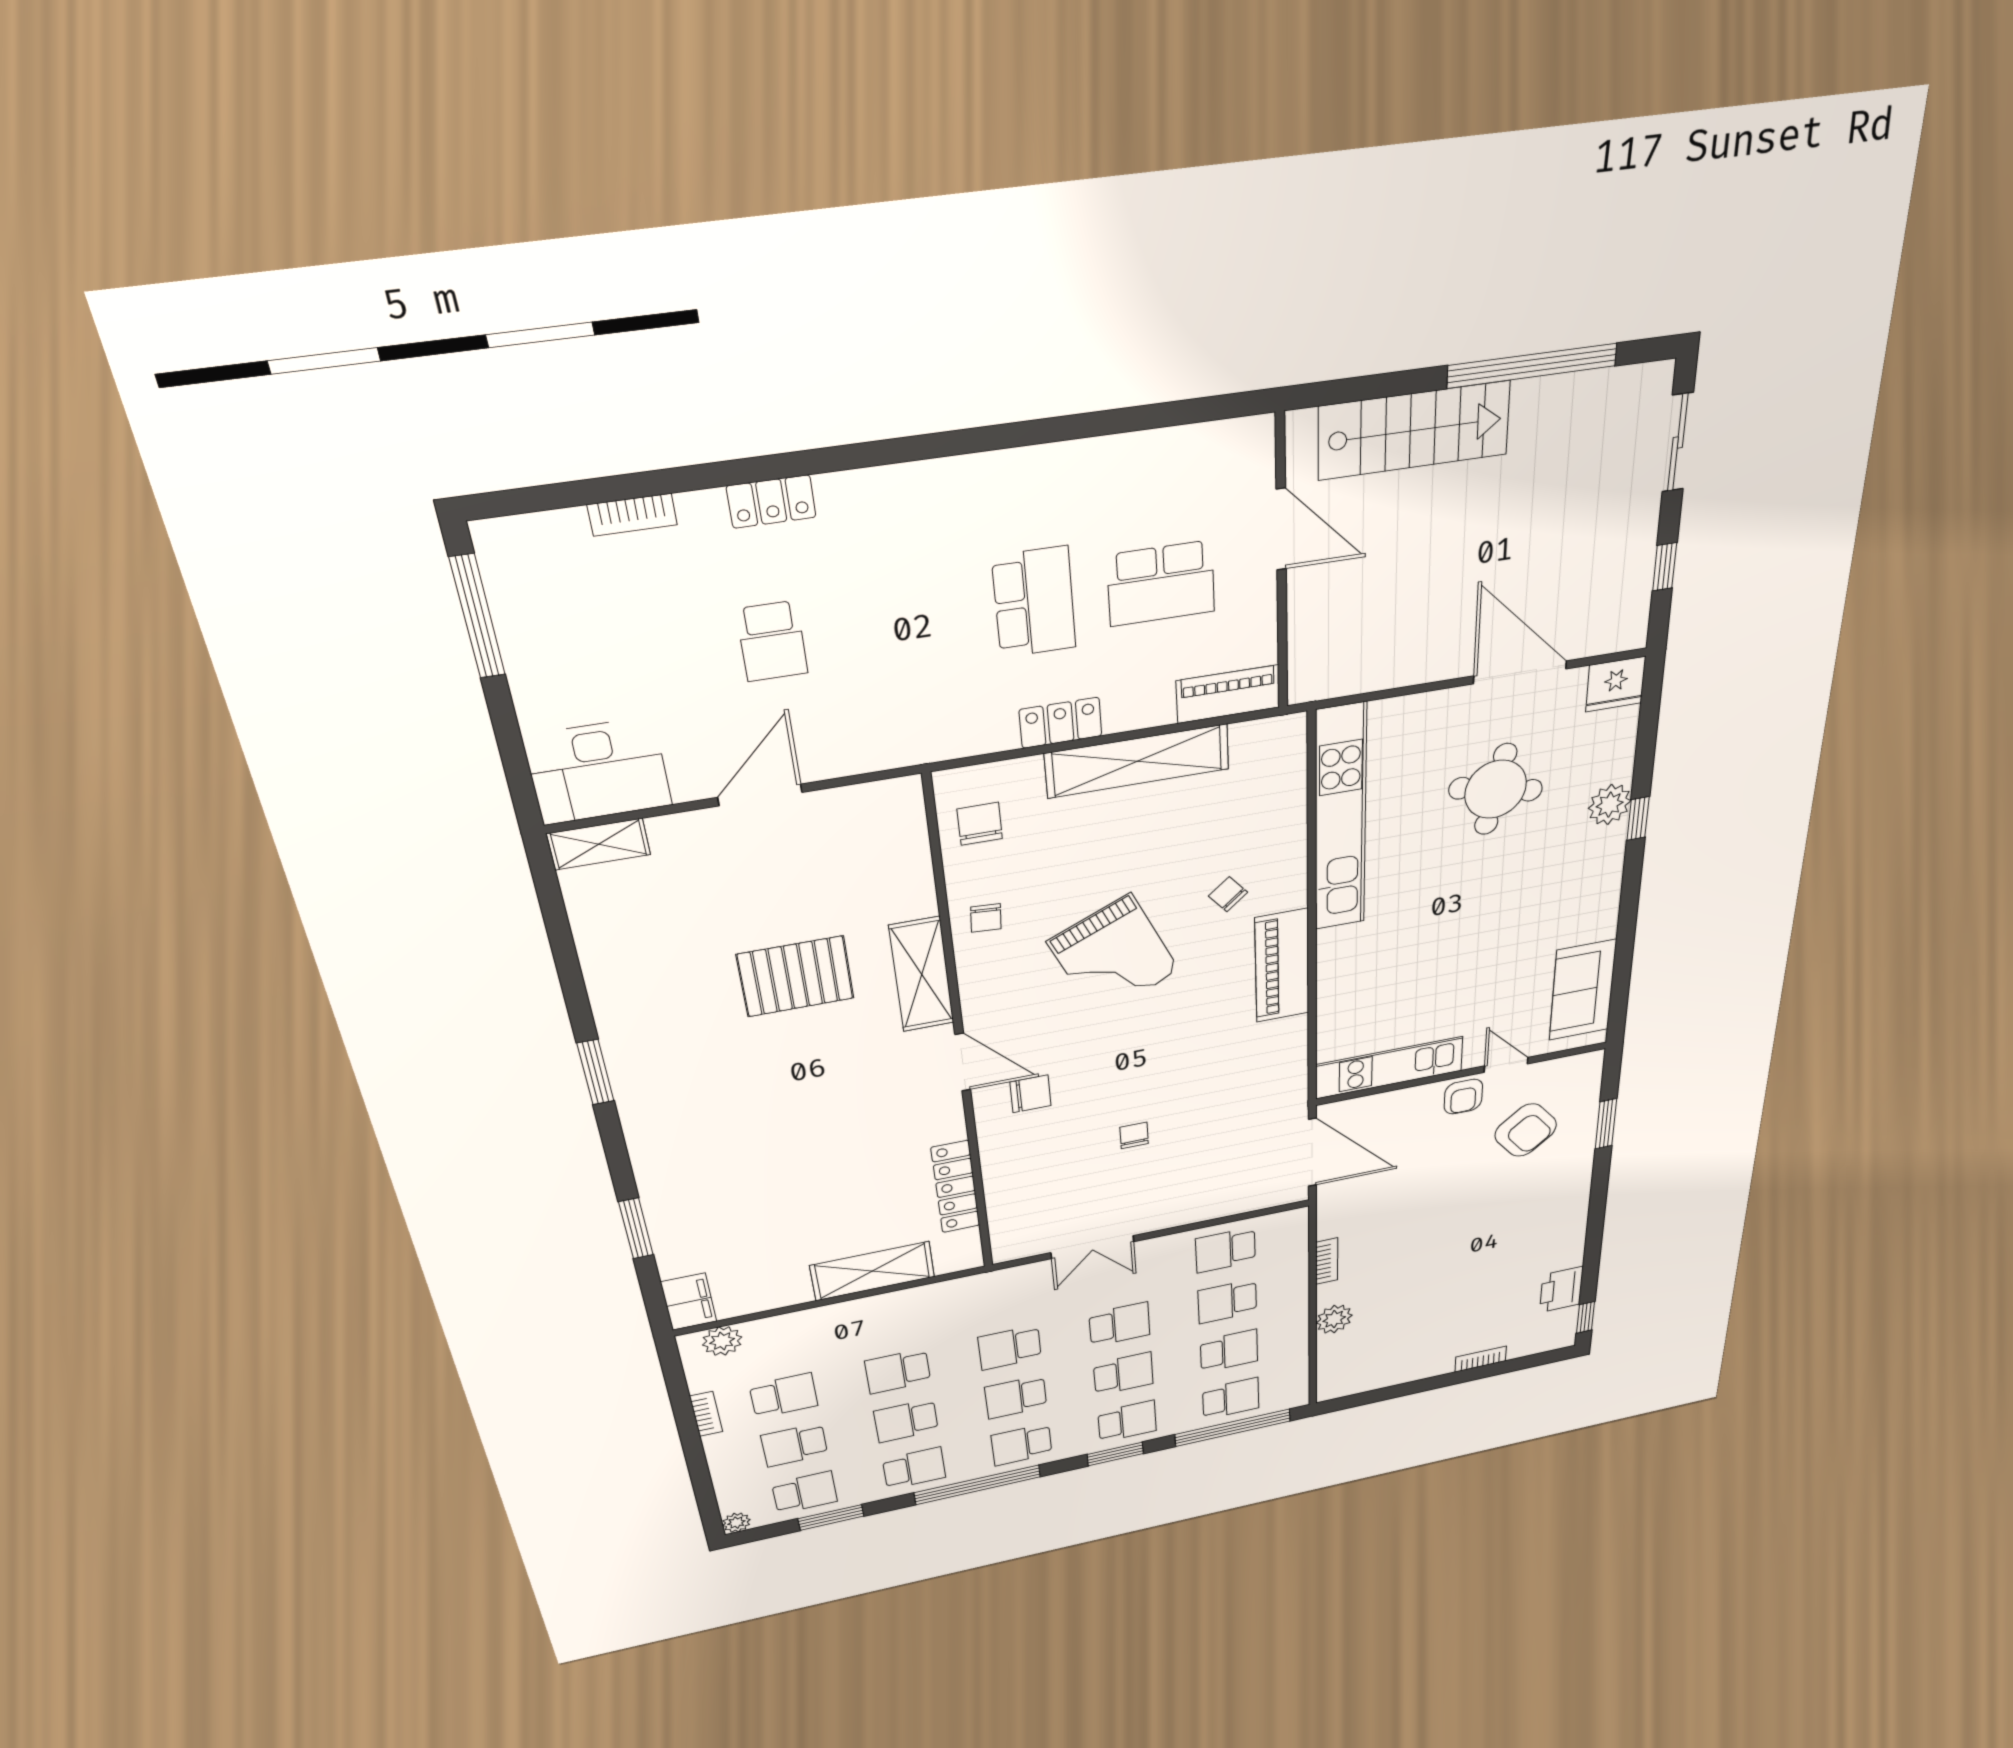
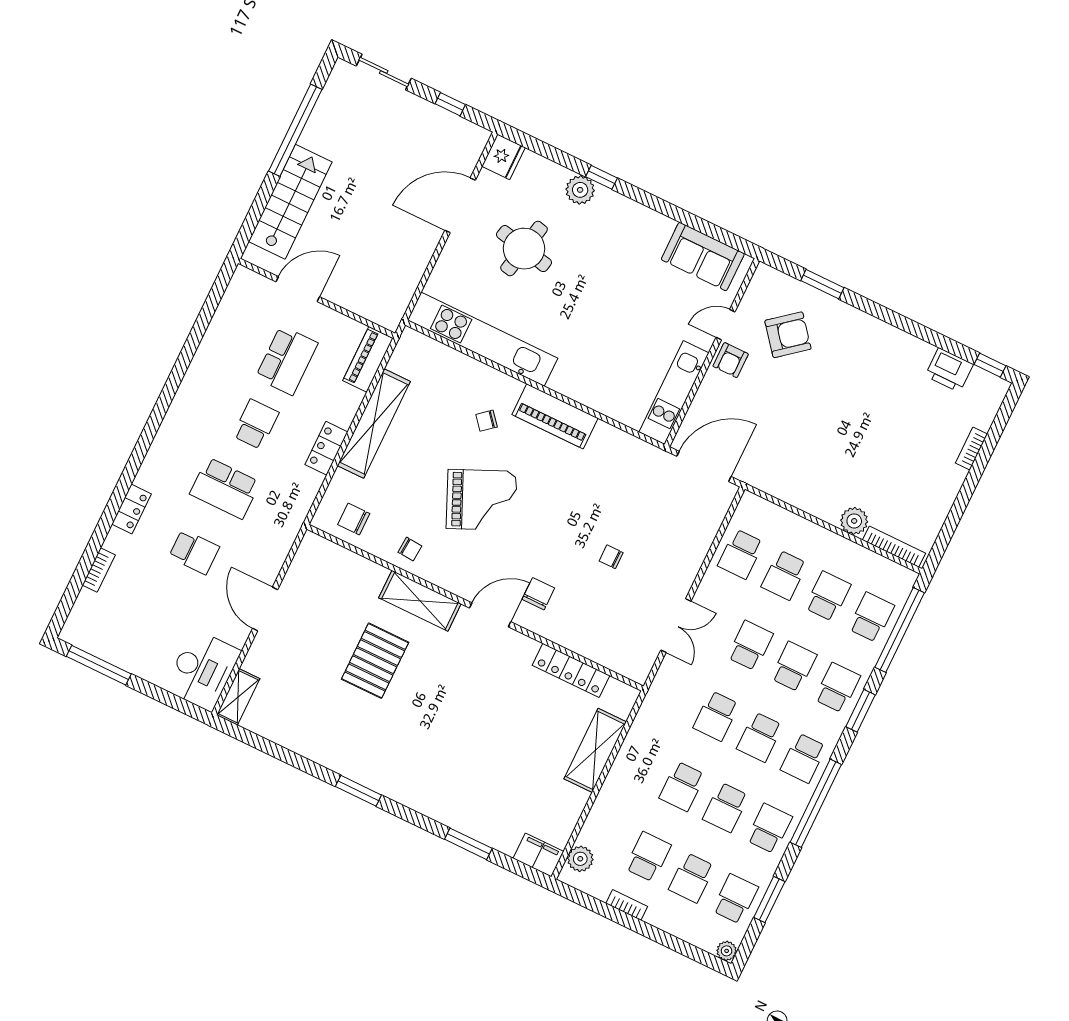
school desk: (1034, 602) -> (256, 424), width x0.54
school desk: (905, 621) -> (225, 488), added
armchair: (1463, 1097) -> (731, 360), turned 90
bookcase: (1327, 1261) -> (894, 547), moved, width x1.56

